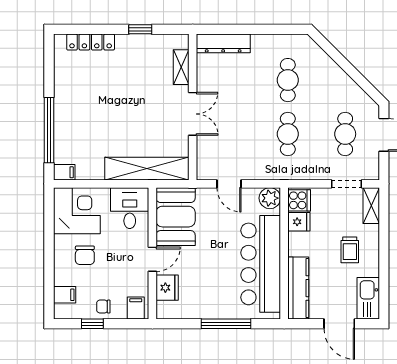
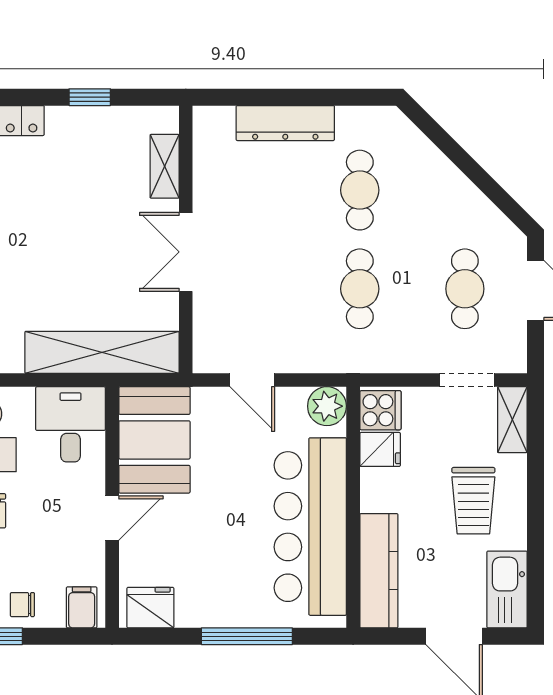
dresser: (223, 43) -> (285, 123), moved
double door: (193, 114) -> (186, 252), swing flipped
trolley: (350, 250) -> (473, 501), width x1.36, depth x1.39
fridge: (167, 288) -> (150, 608), moved, turned -90

